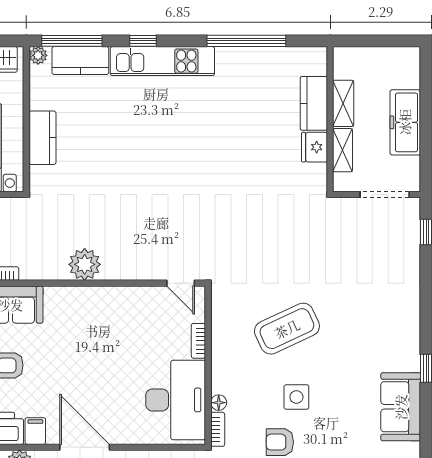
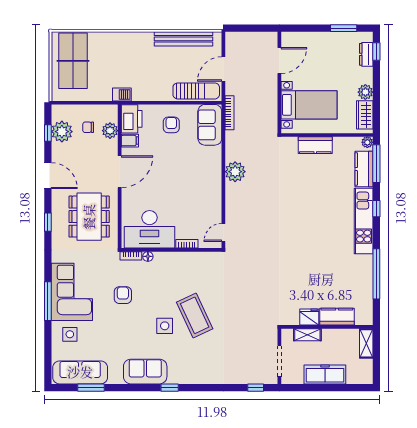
shelving: (343, 103) -> (366, 343), moved, turned 90
coffee table: (287, 329) -> (195, 315), moved
side table: (296, 397) -> (165, 326), moved

